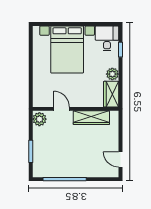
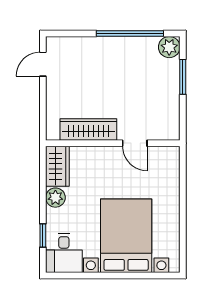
plant: (39, 119) -> (169, 47), moved
door: (120, 159) -> (43, 64), swing flipped

